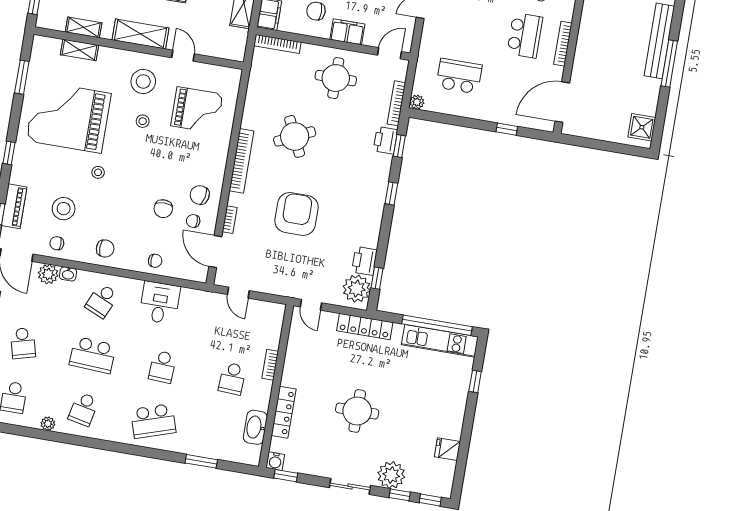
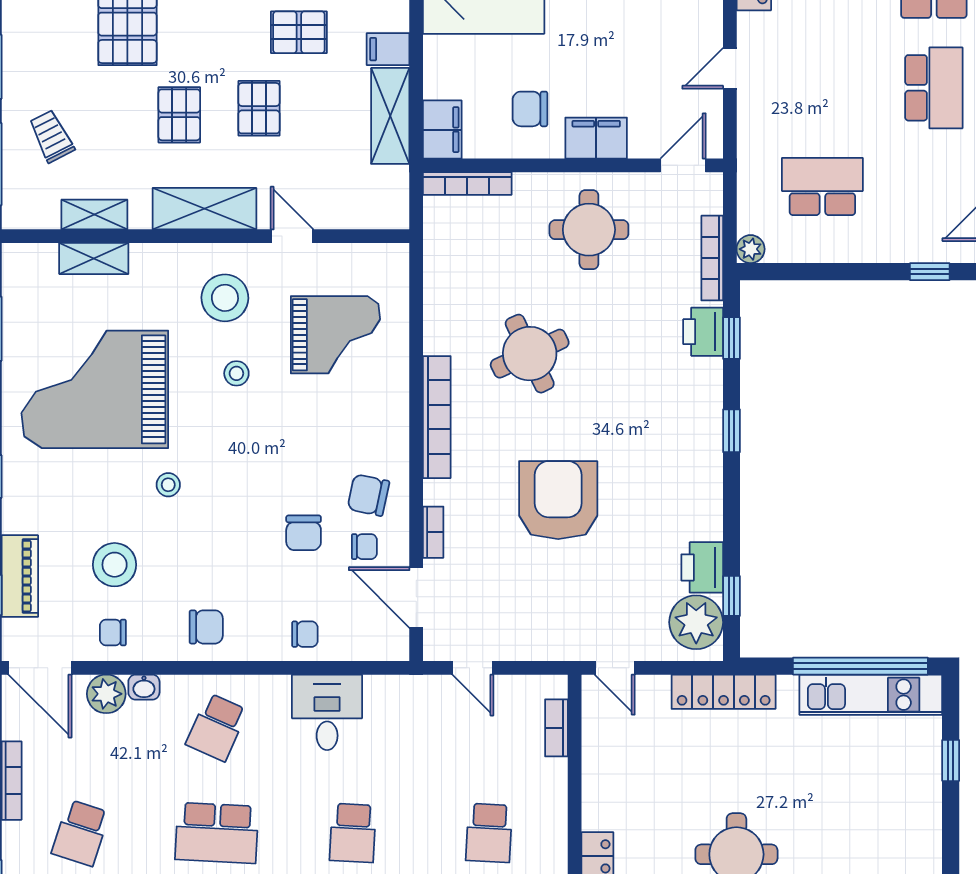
chair: (193, 221) -> (364, 547), turned 180
school desk: (23, 343) -> (81, 833), turned 33
bookcase: (270, 365) -> (557, 728), moved

